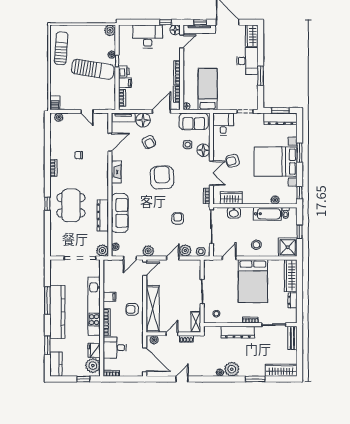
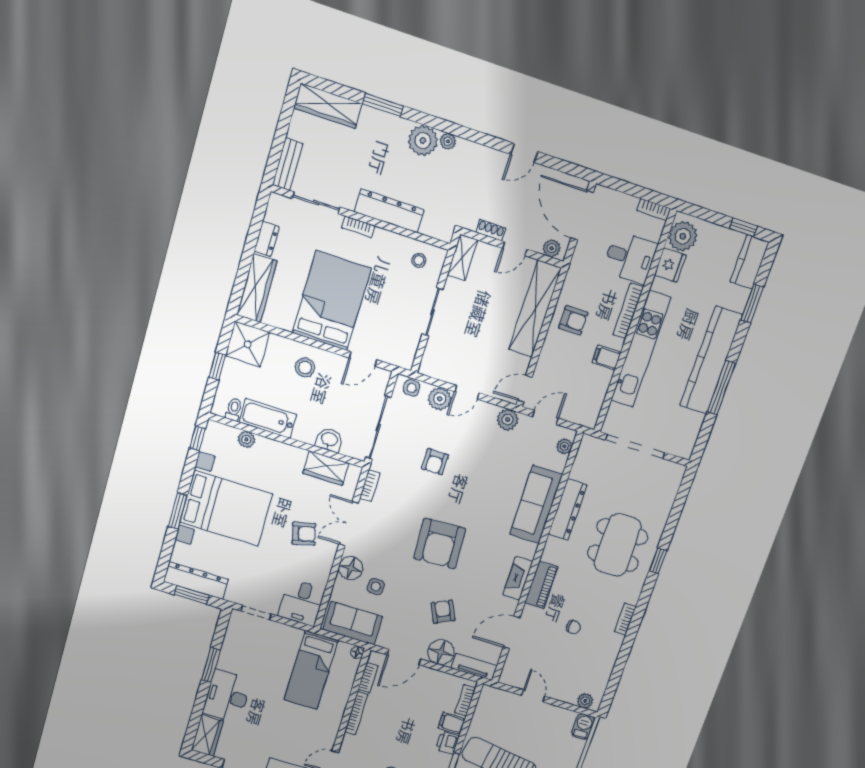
piano: (103, 172) -> (541, 585), added
plant: (102, 251) -> (590, 447), removed
window: (83, 379) -> (743, 227), moved

